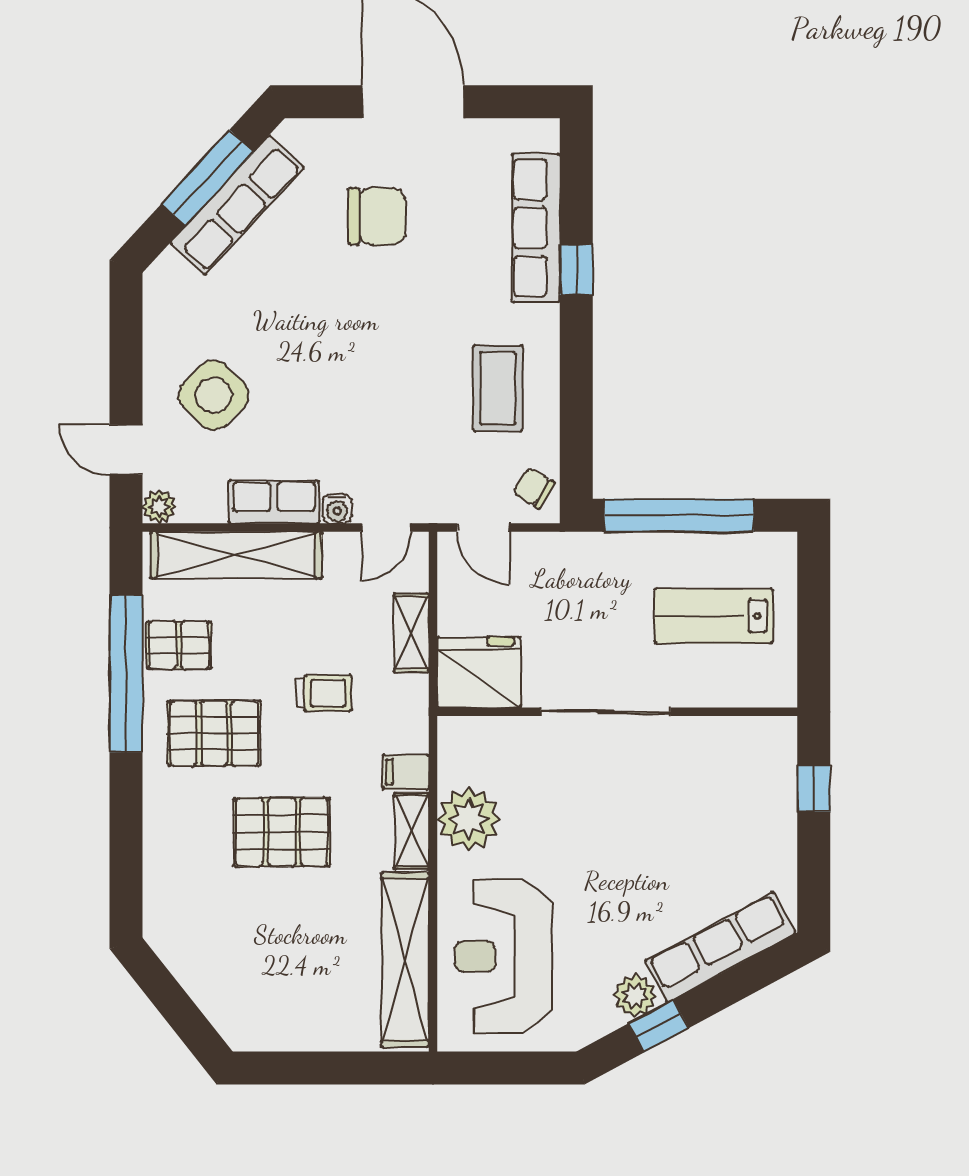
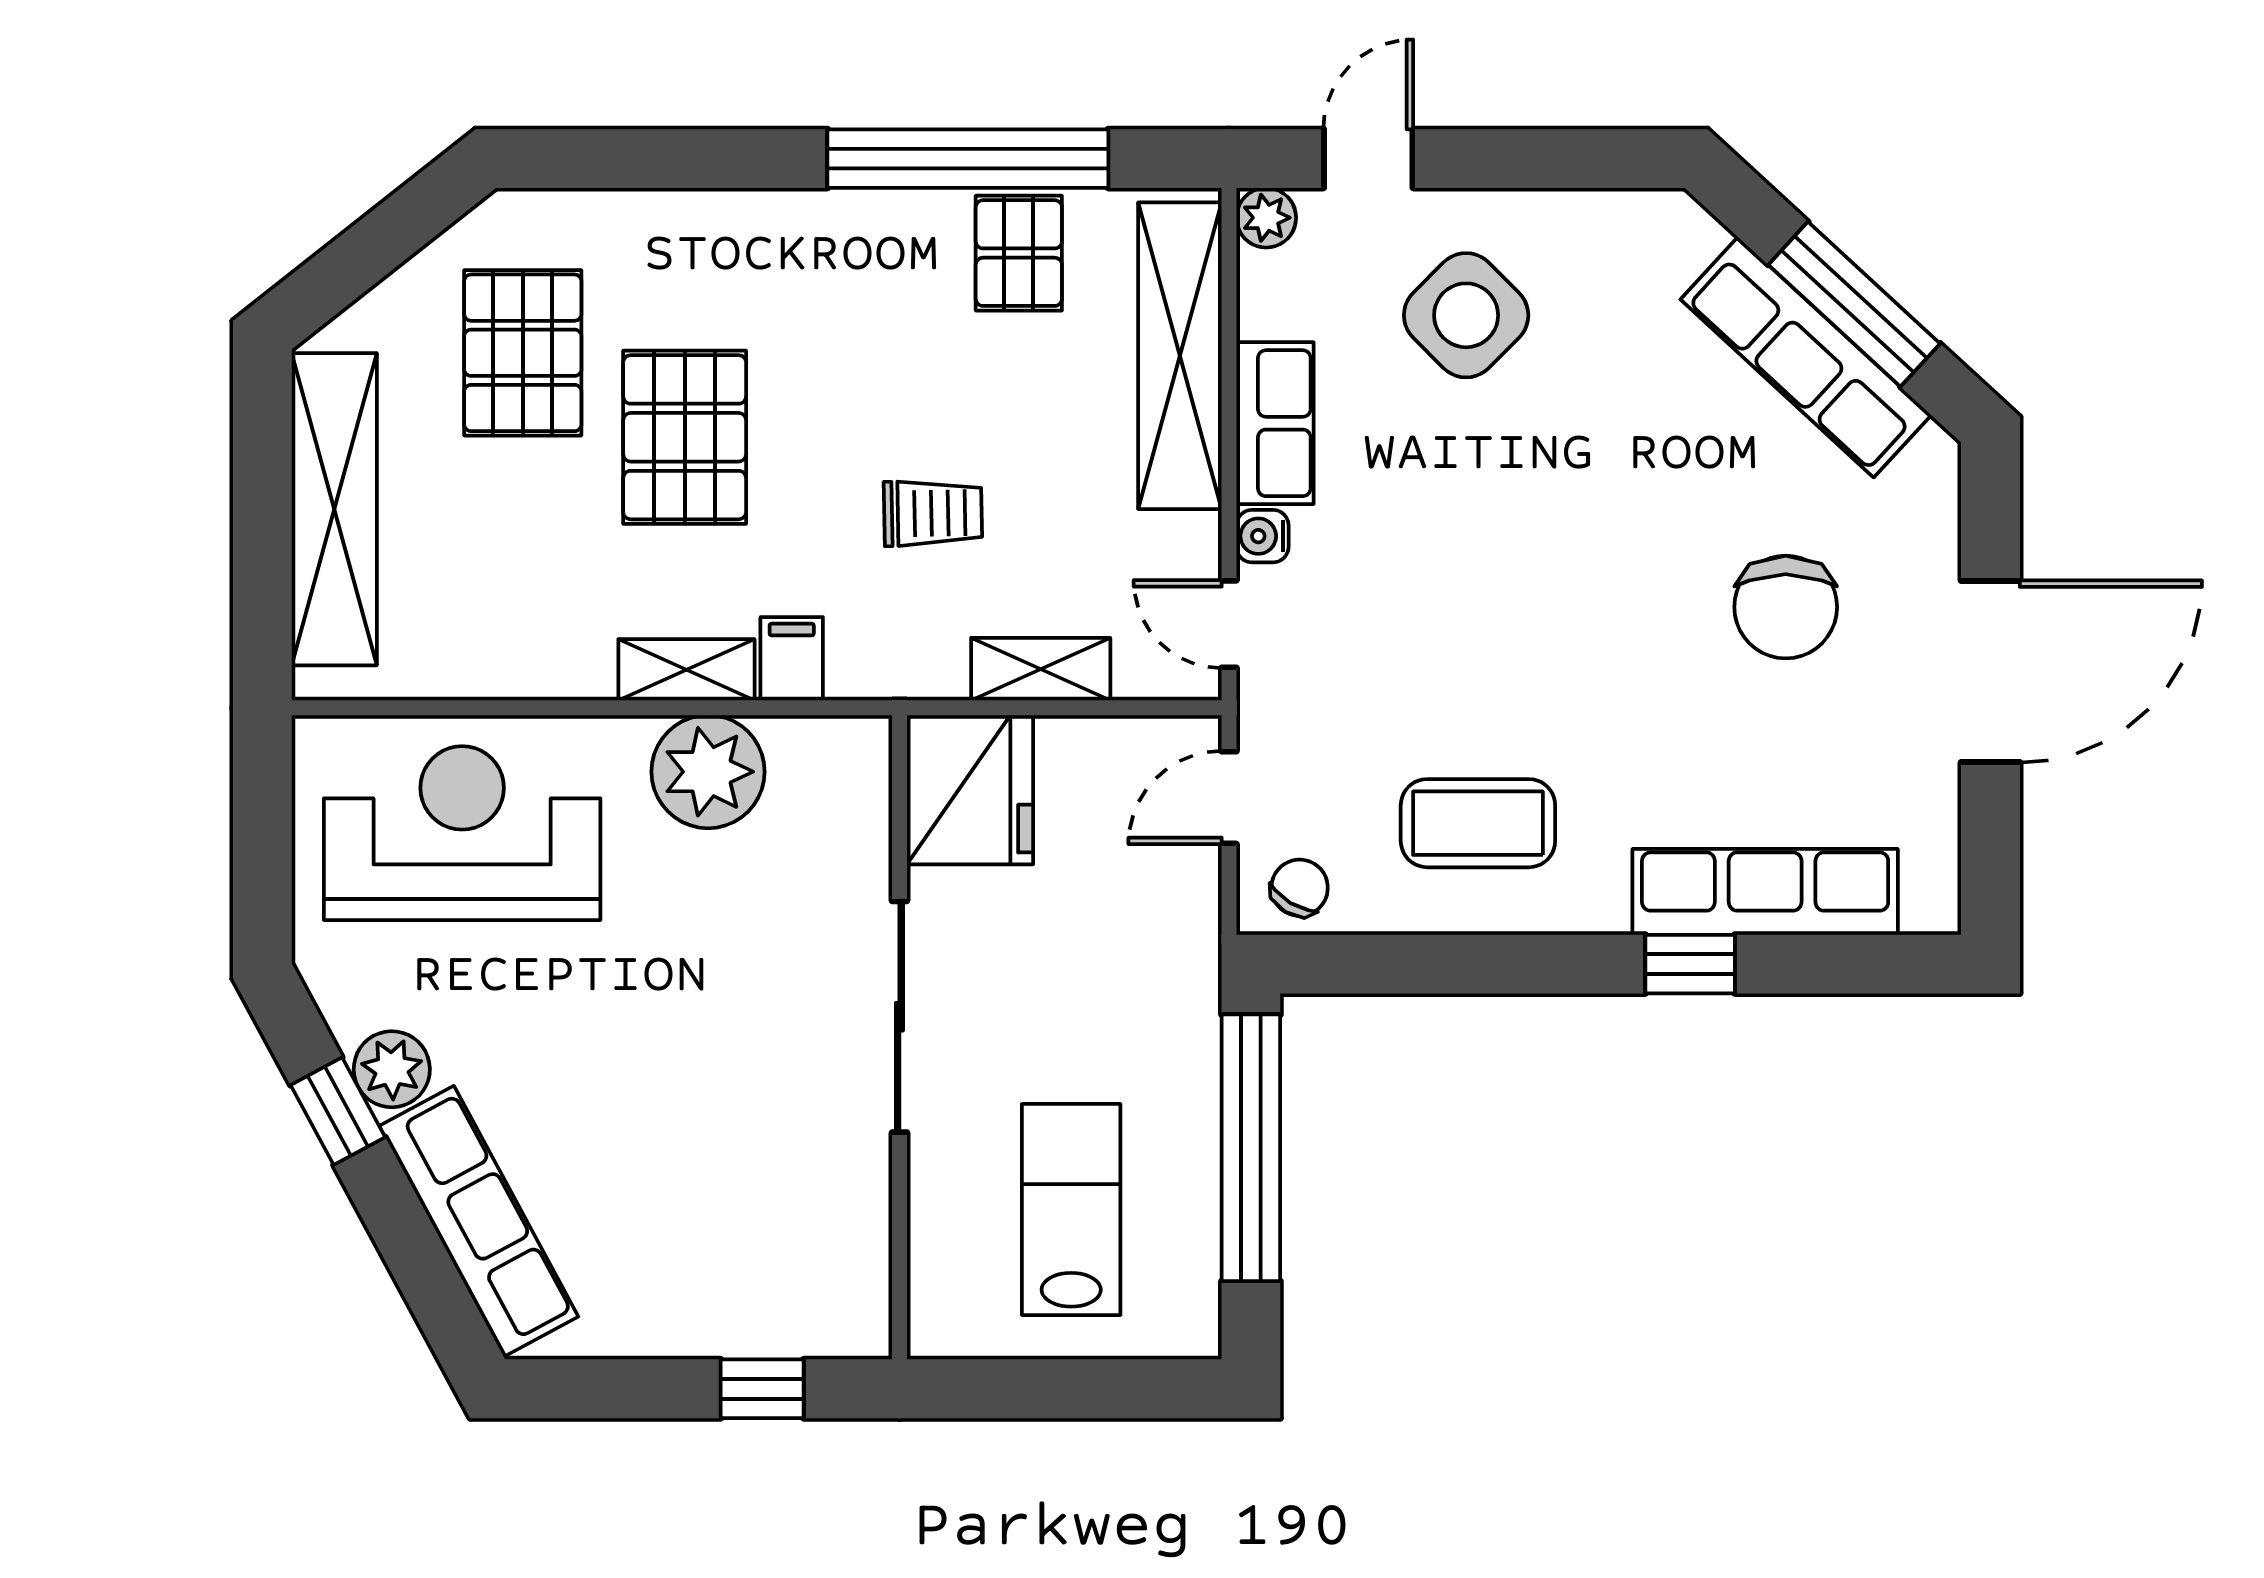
trolley: (324, 693) -> (933, 513), turned -91
pallet: (214, 733) -> (523, 353), moved
shelving: (405, 960) -> (334, 509), moved, turned 90

